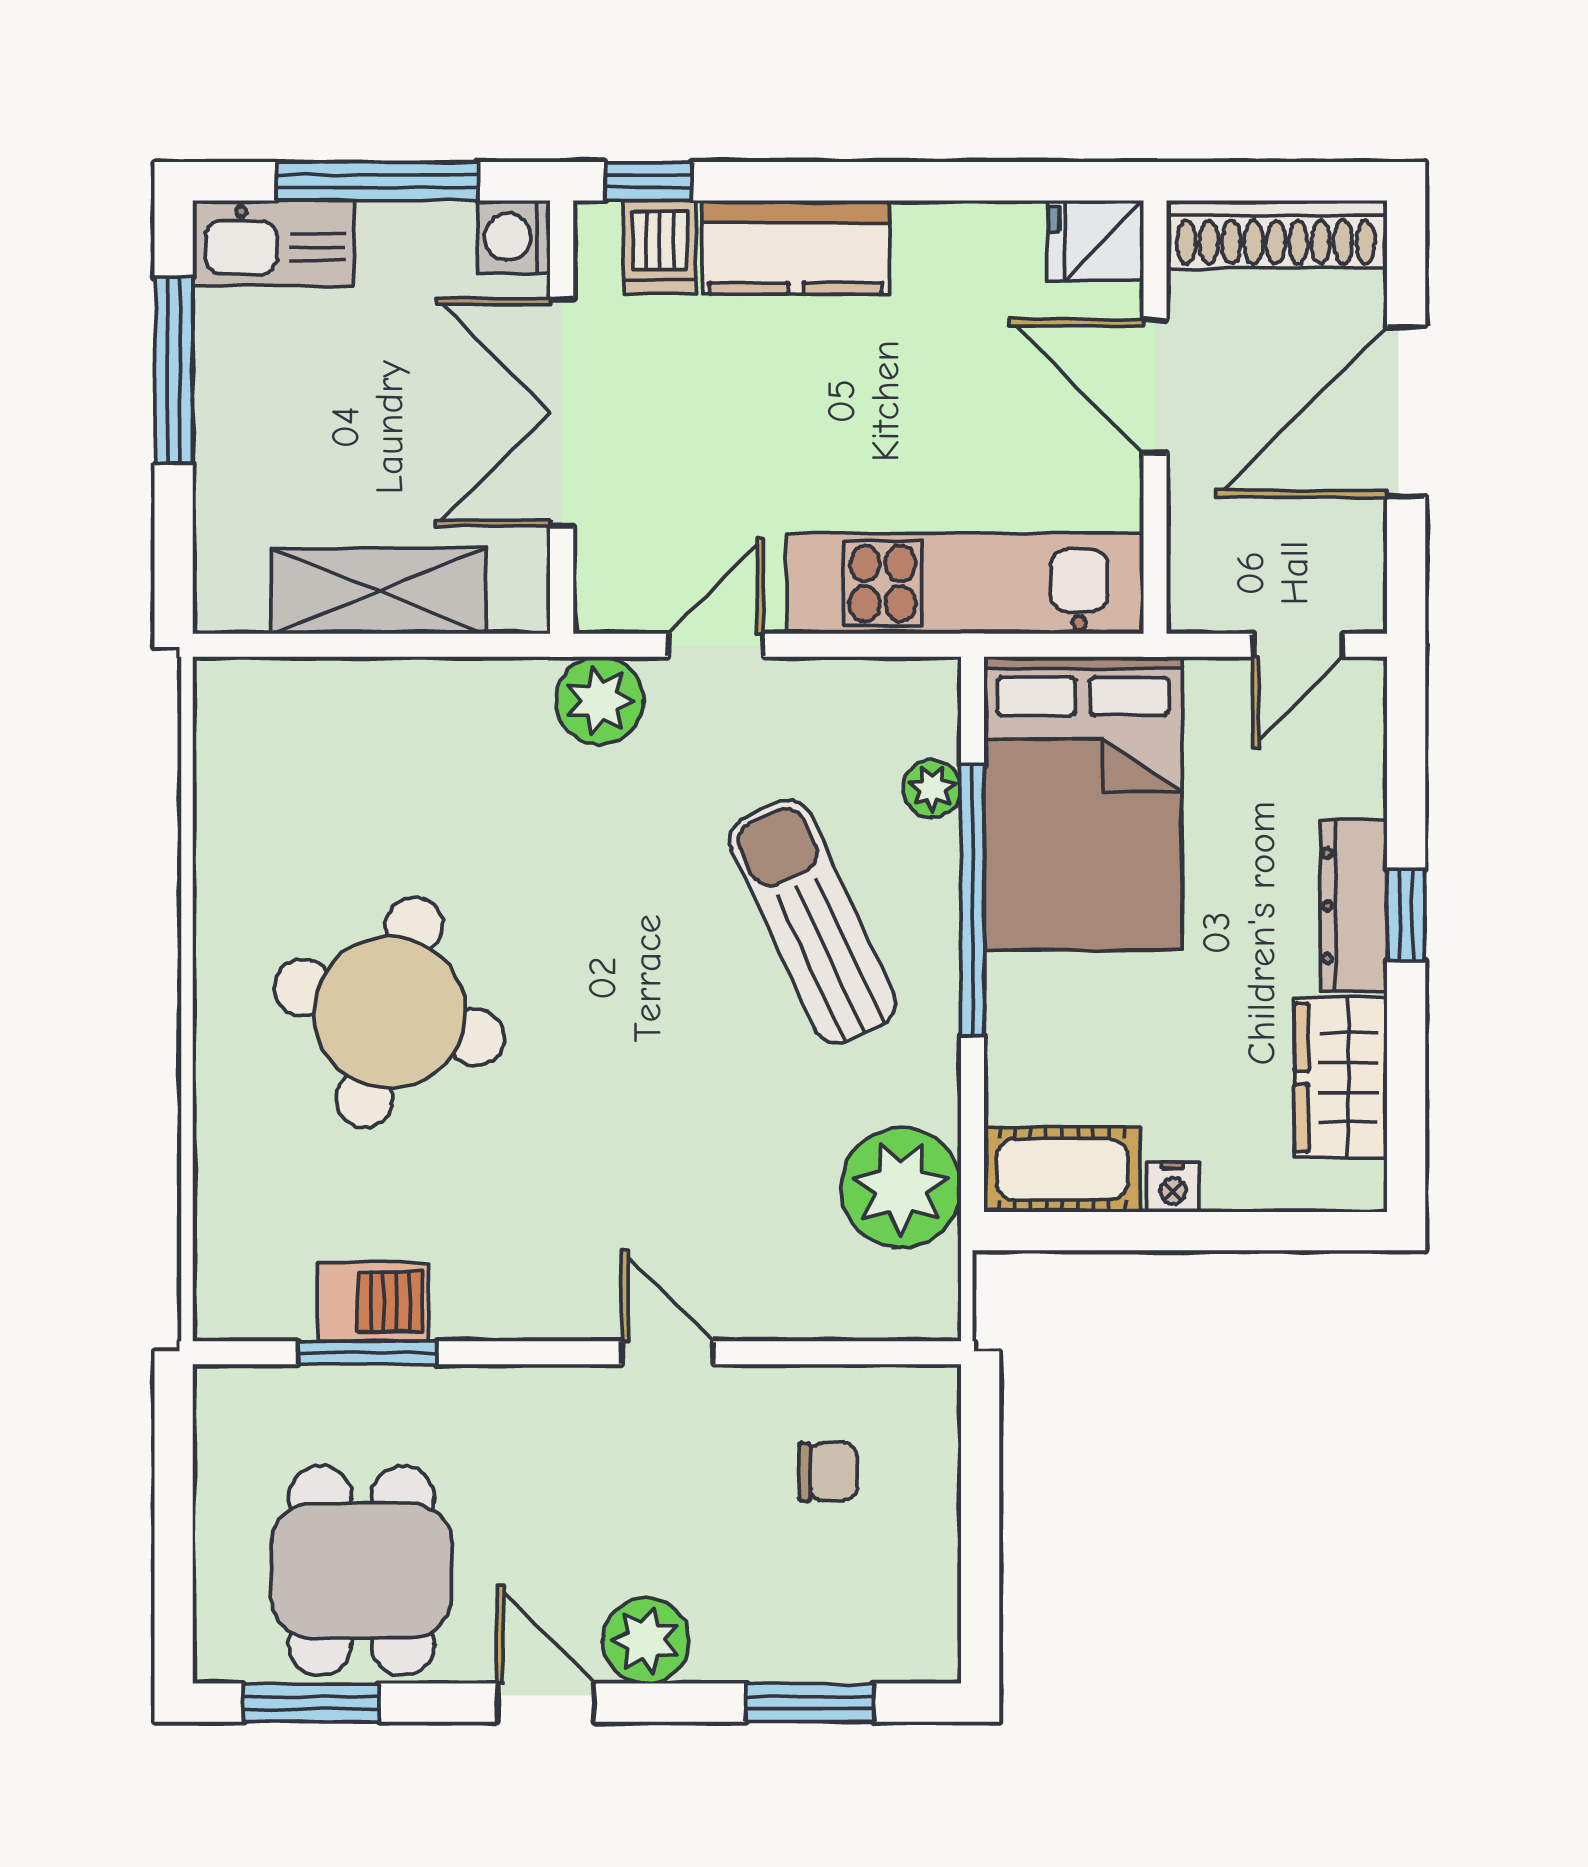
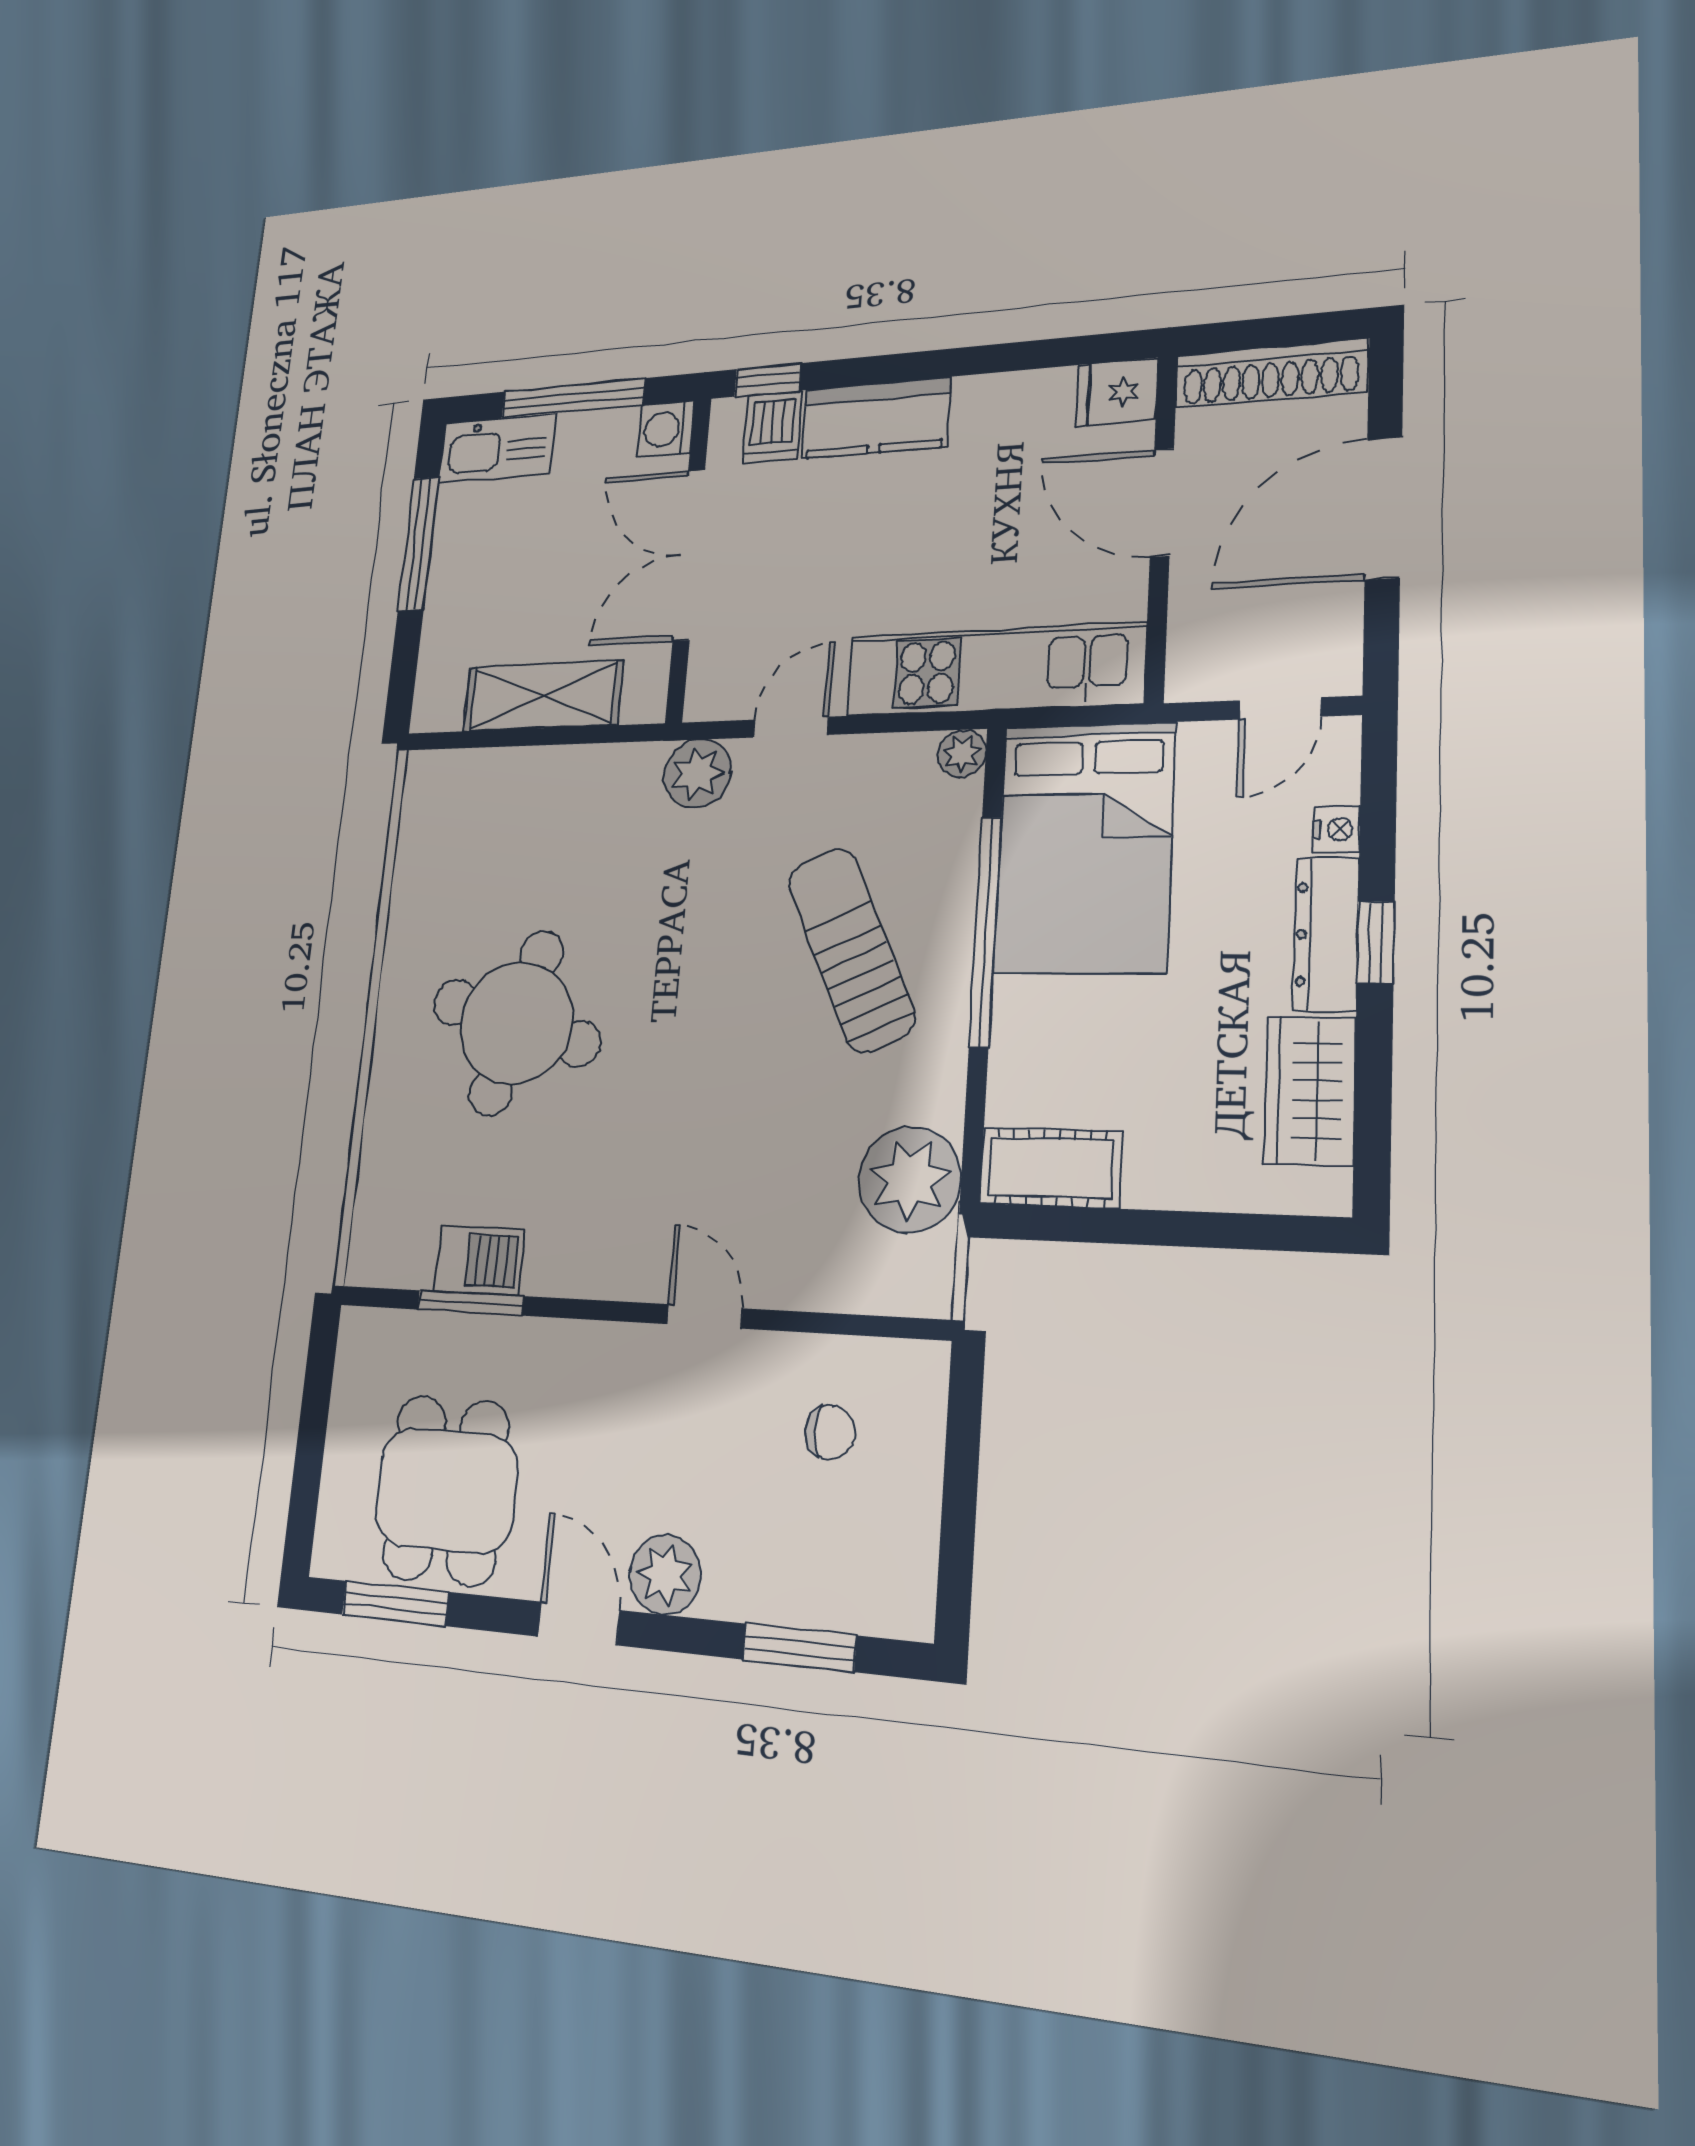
plant: (932, 788) -> (962, 753), moved
nightstand: (1173, 1187) -> (1336, 829), moved, turned -90

